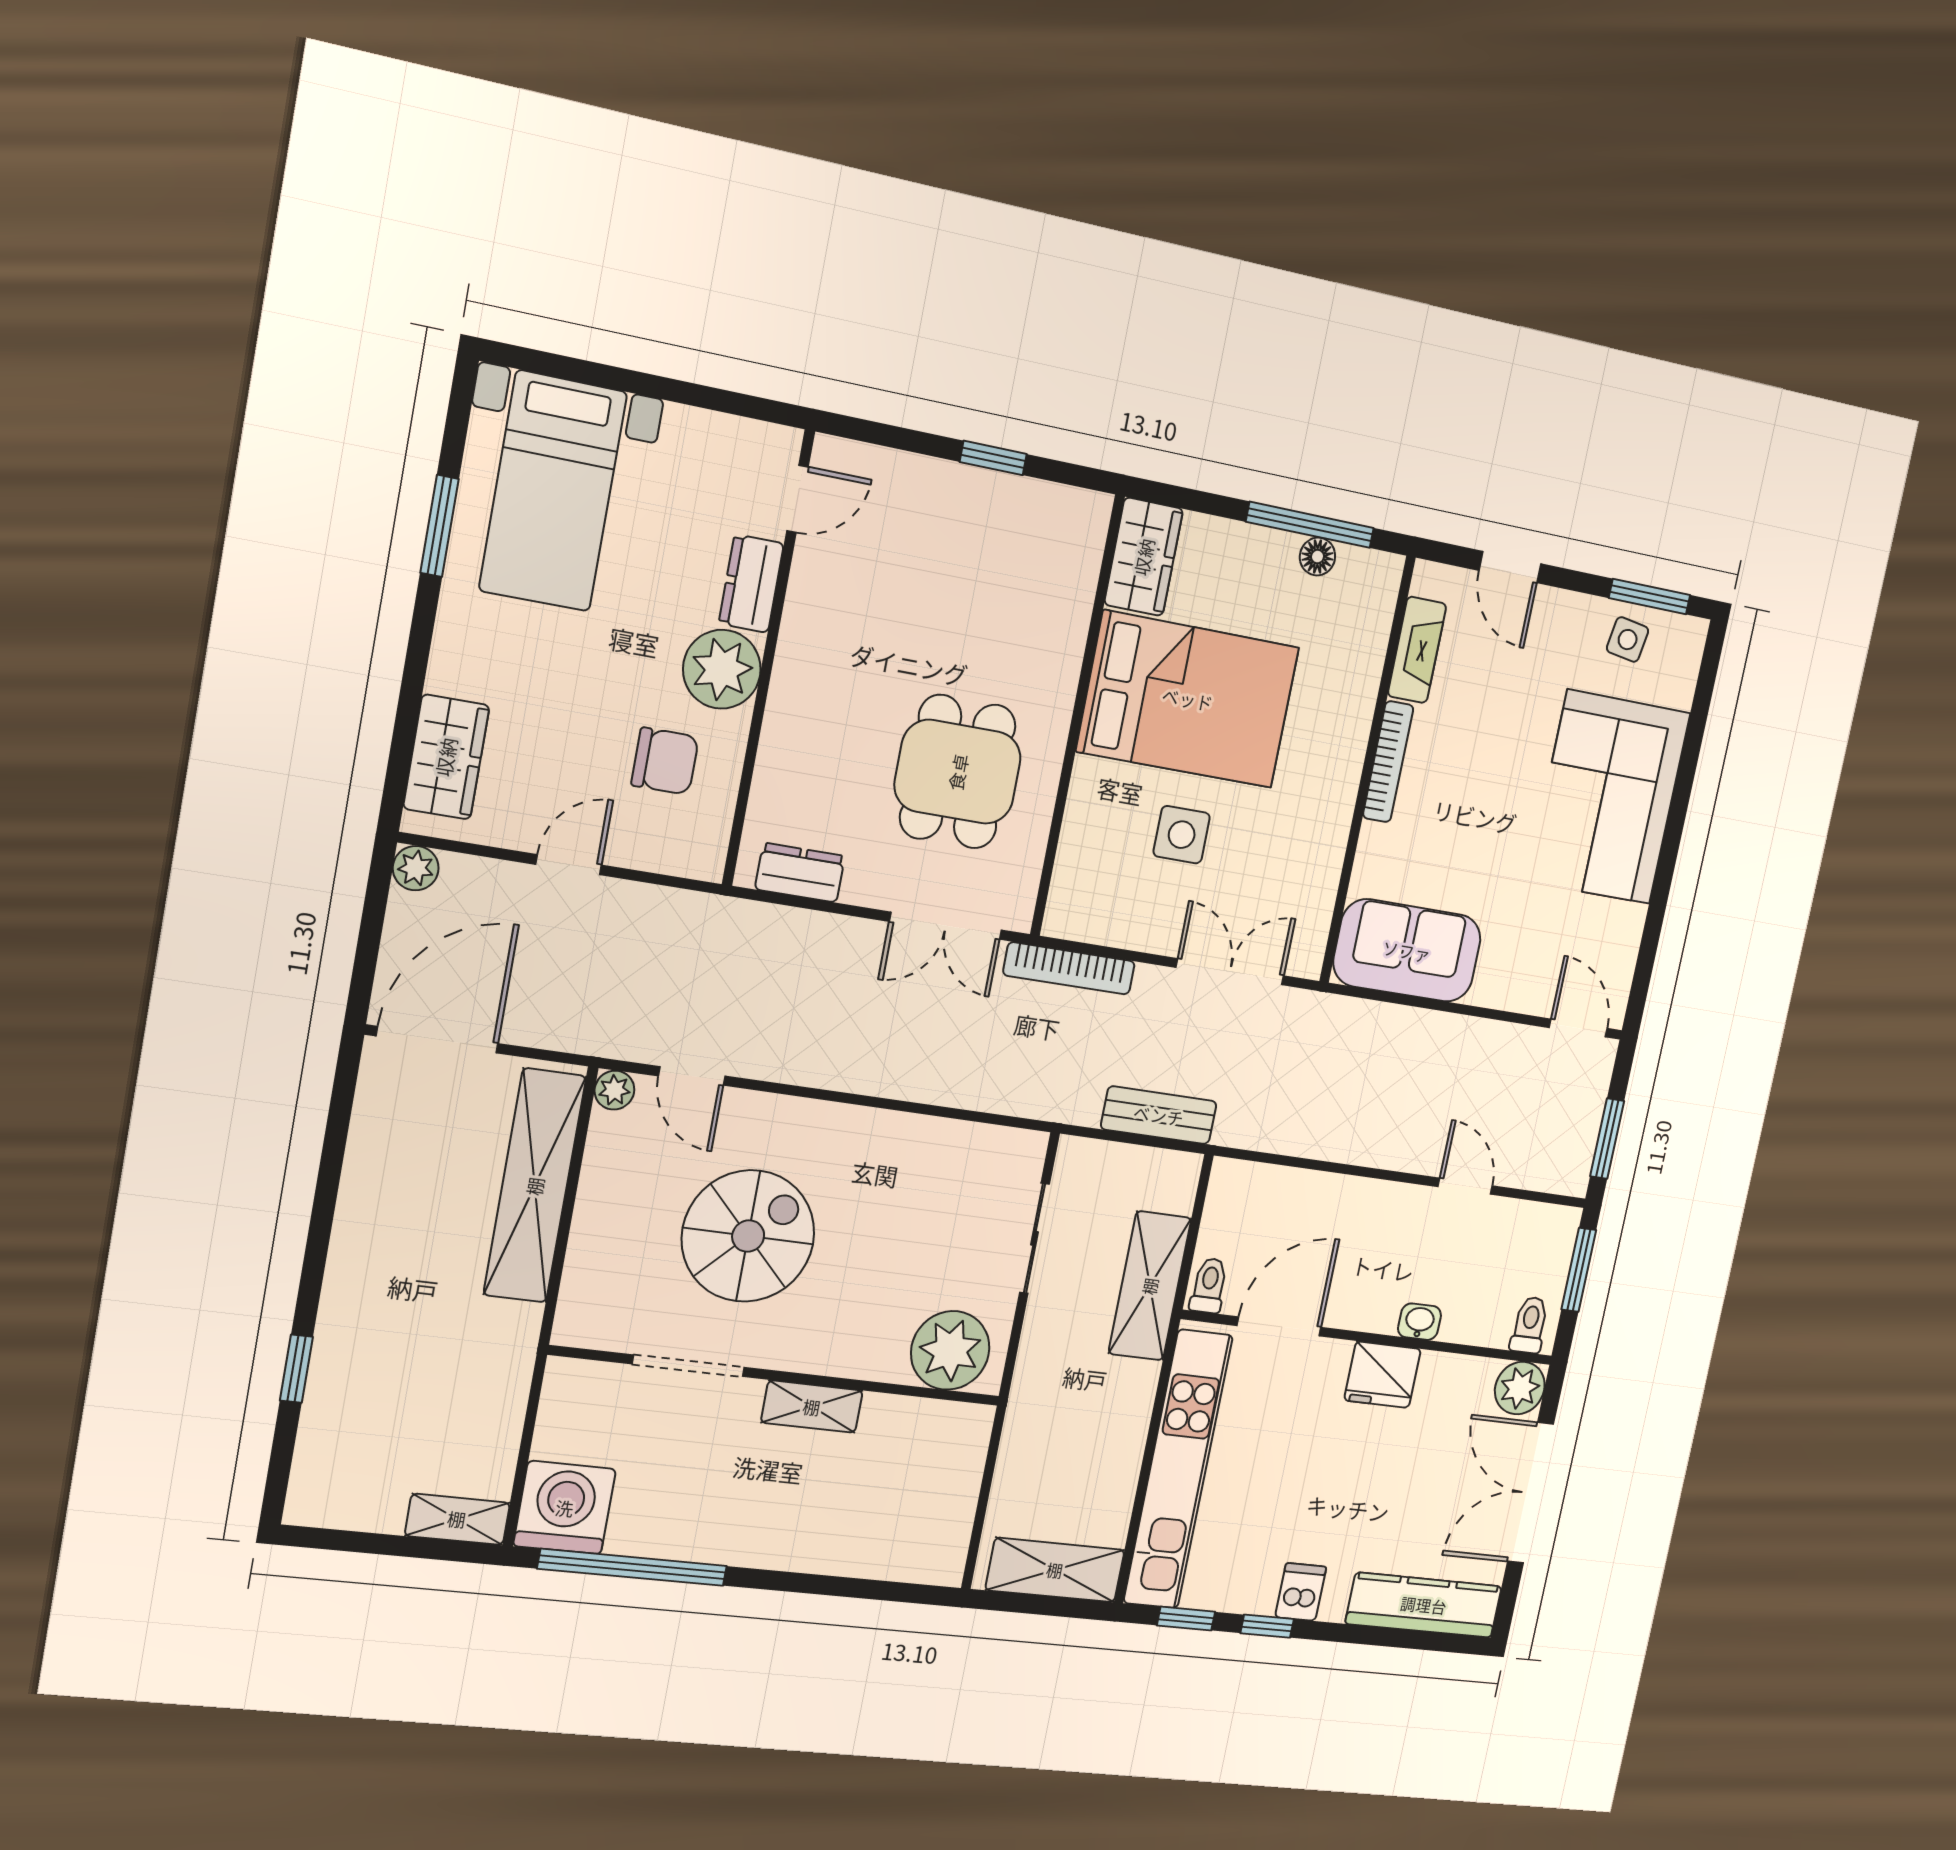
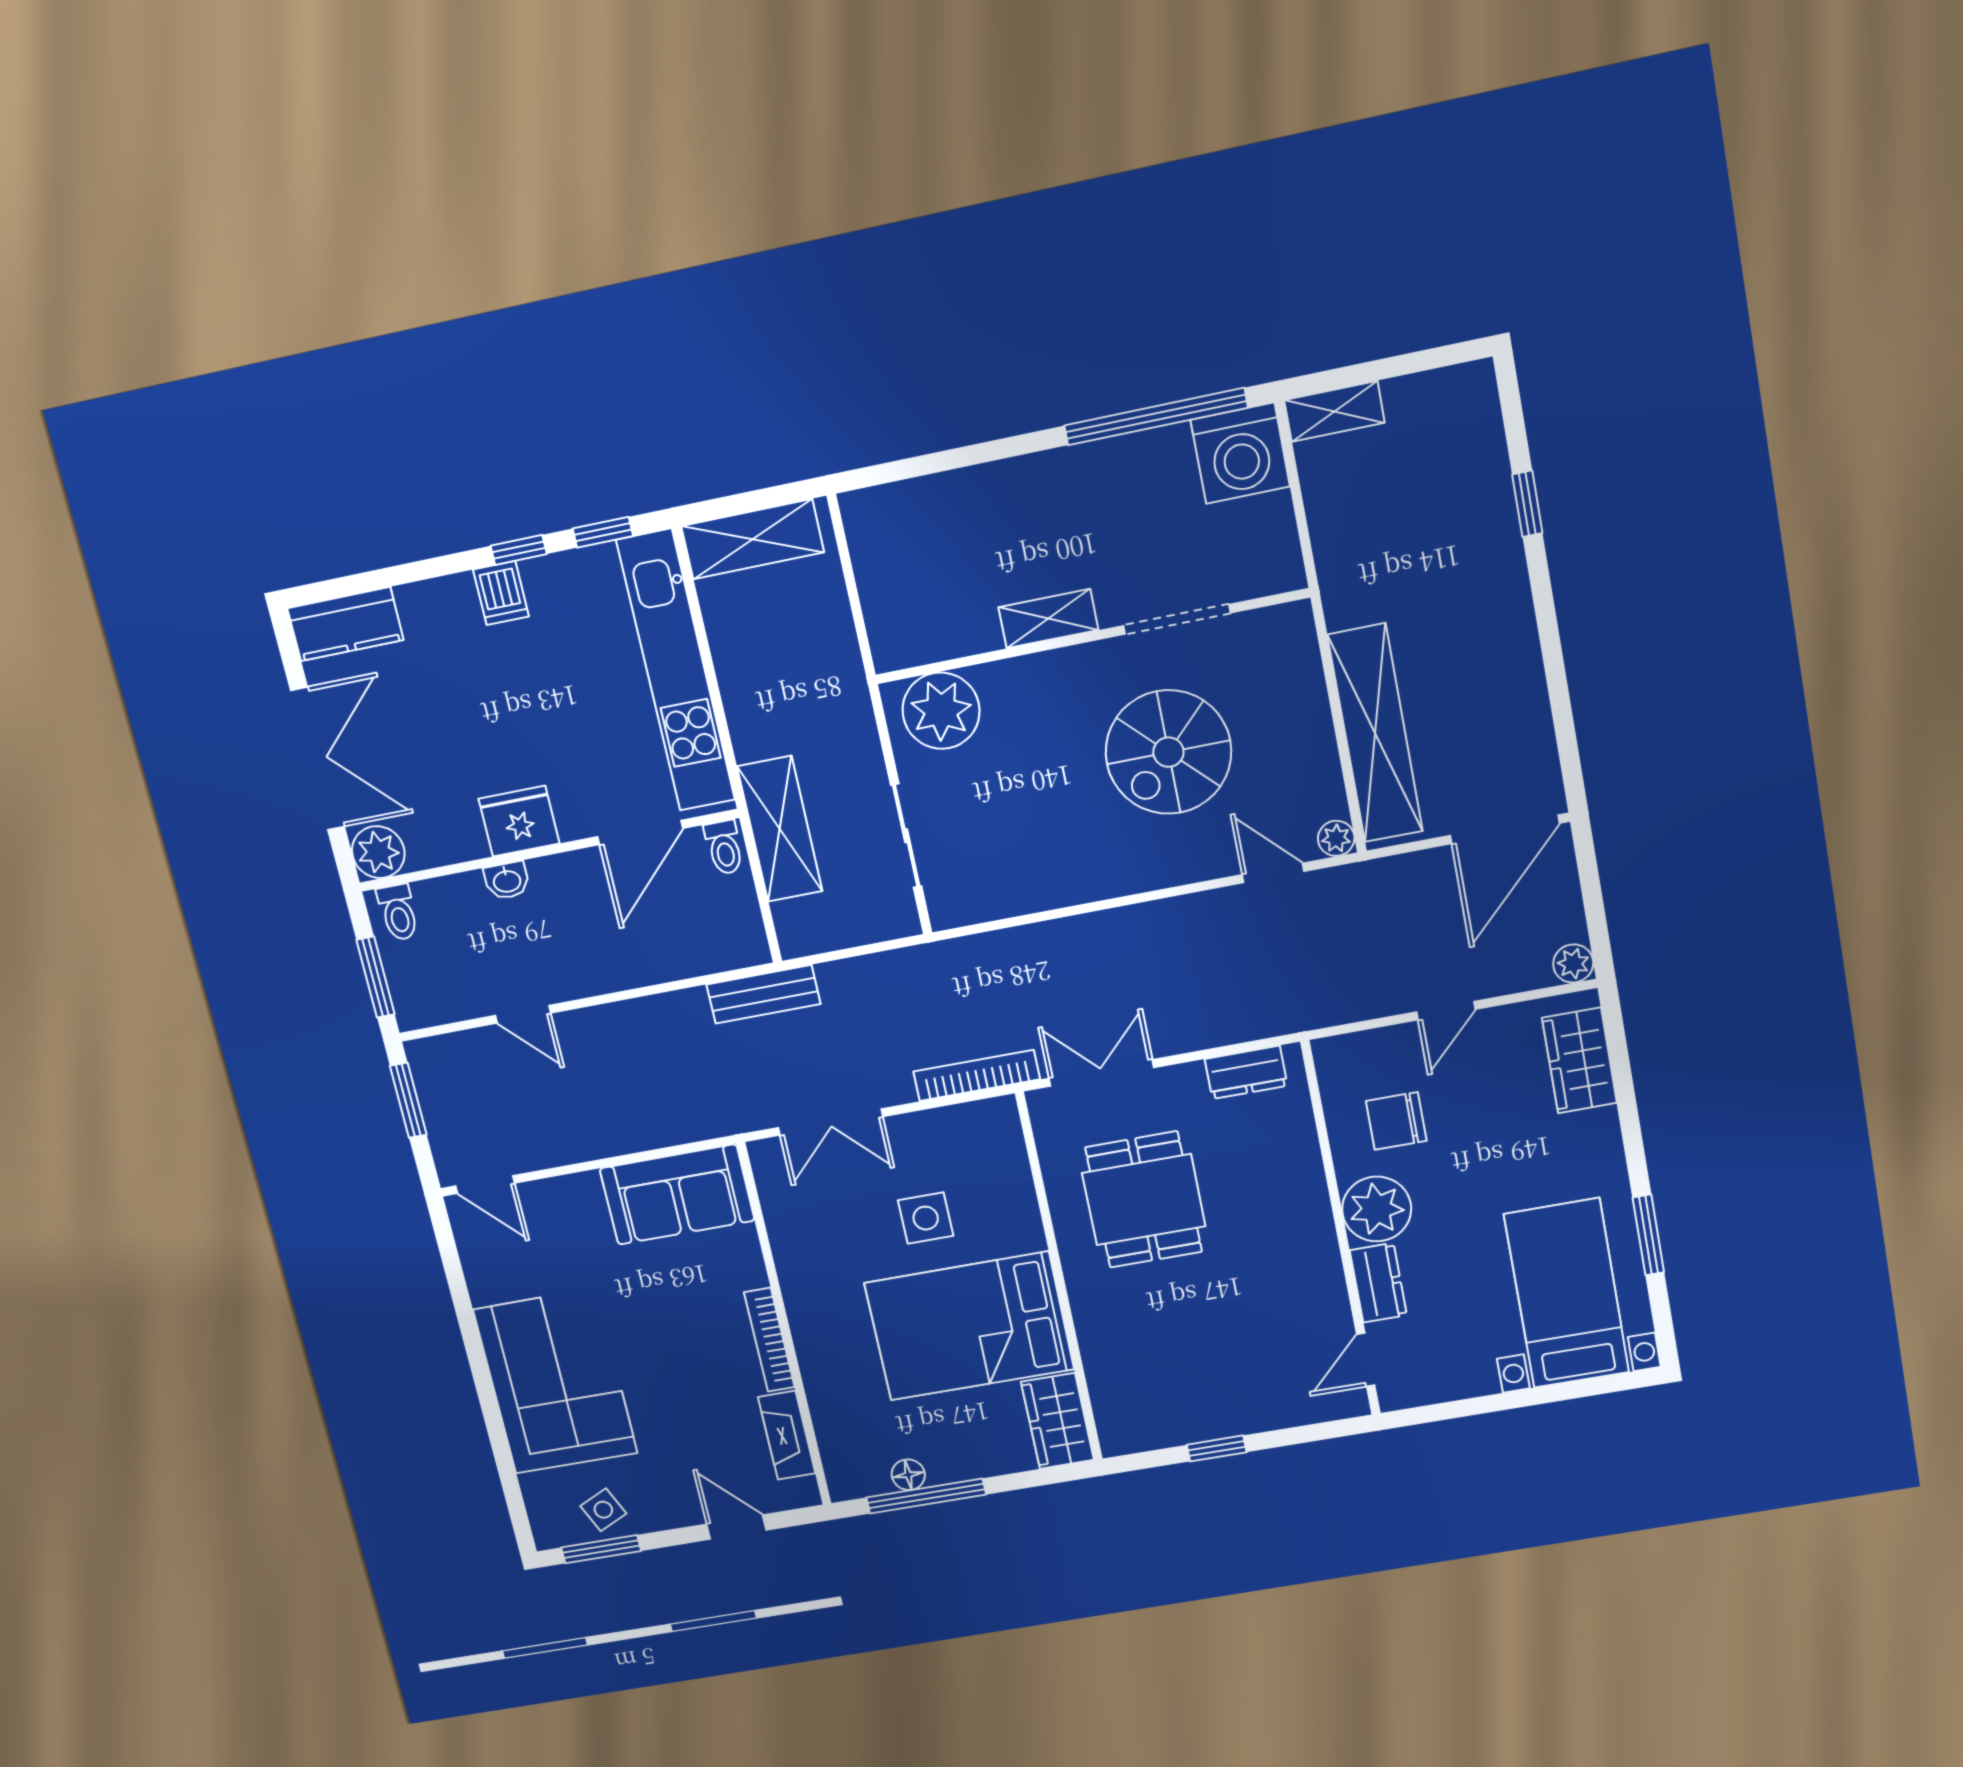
side table: (1628, 640) -> (603, 1510), turned -34
bench: (1159, 1115) -> (763, 994), moved
kitchen counter: (1424, 1605) -> (345, 624), width x0.67

